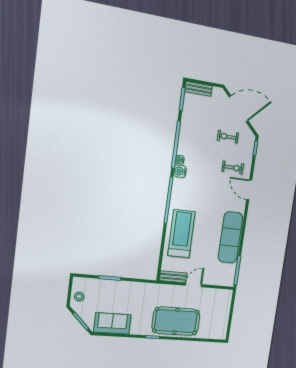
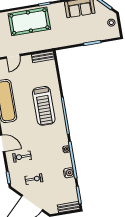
water cooler: (180, 171) -> (69, 173), moved
treadmill: (181, 234) -> (44, 106), moved
door: (193, 285) -> (13, 56), moved

